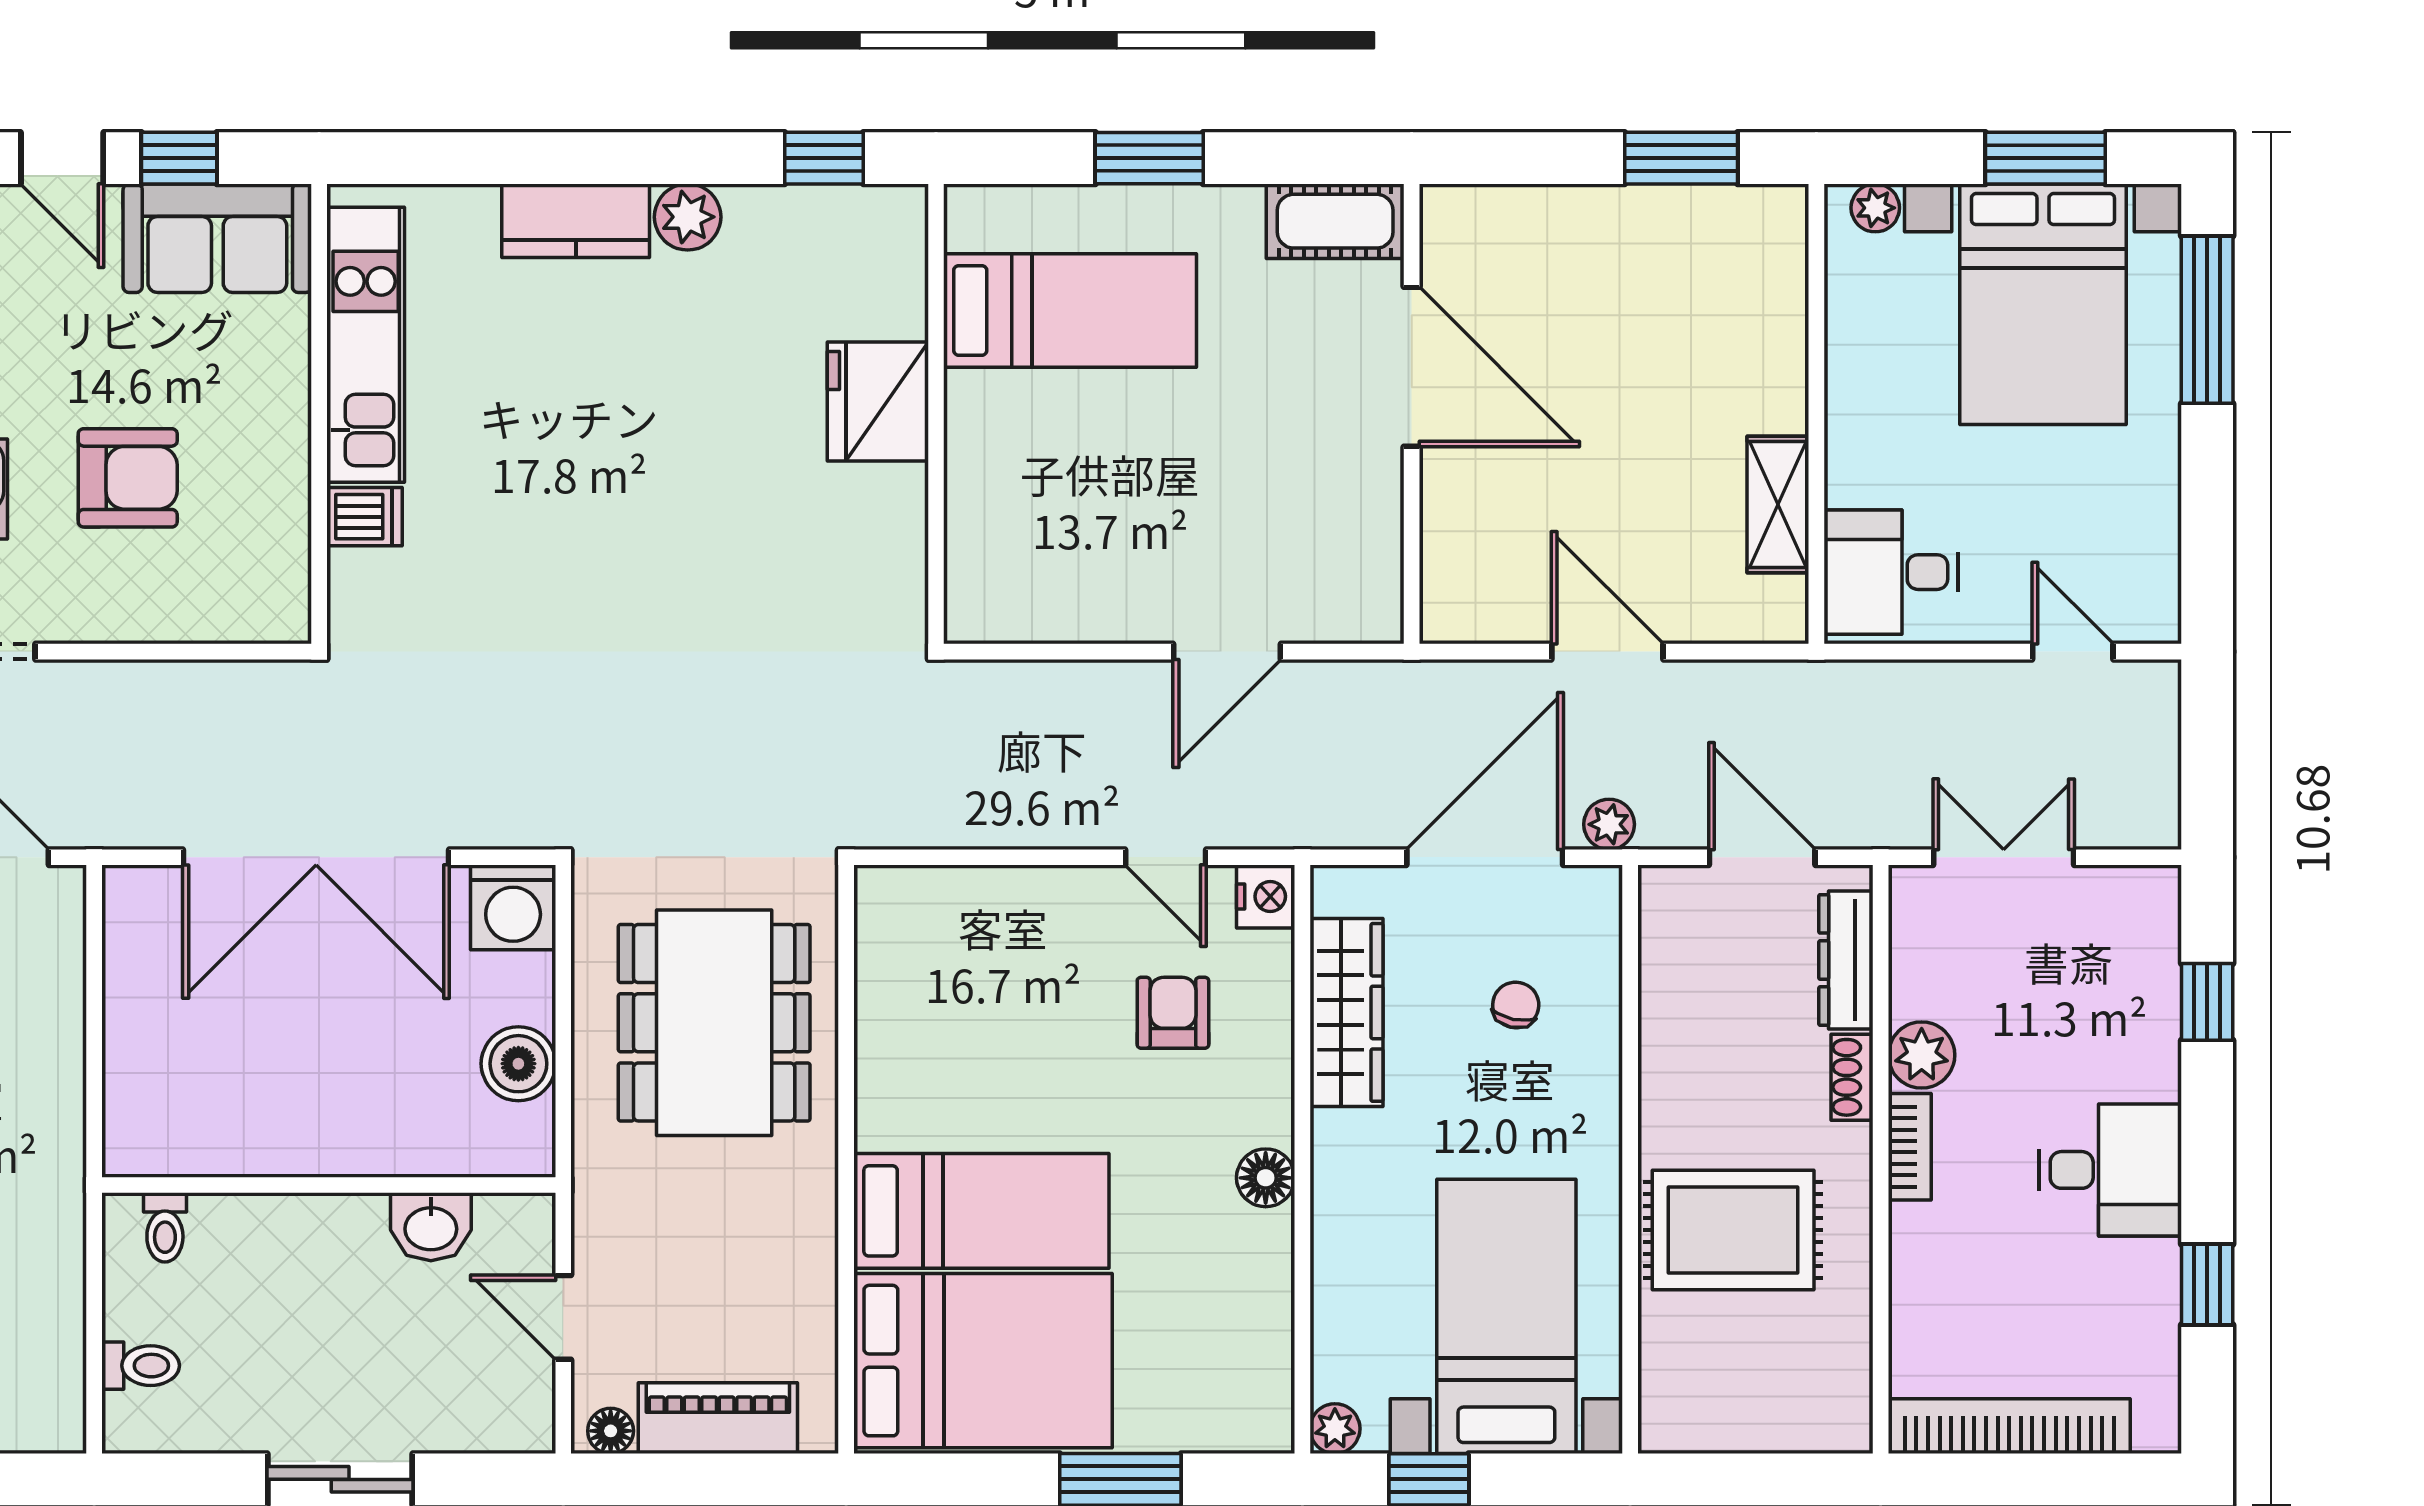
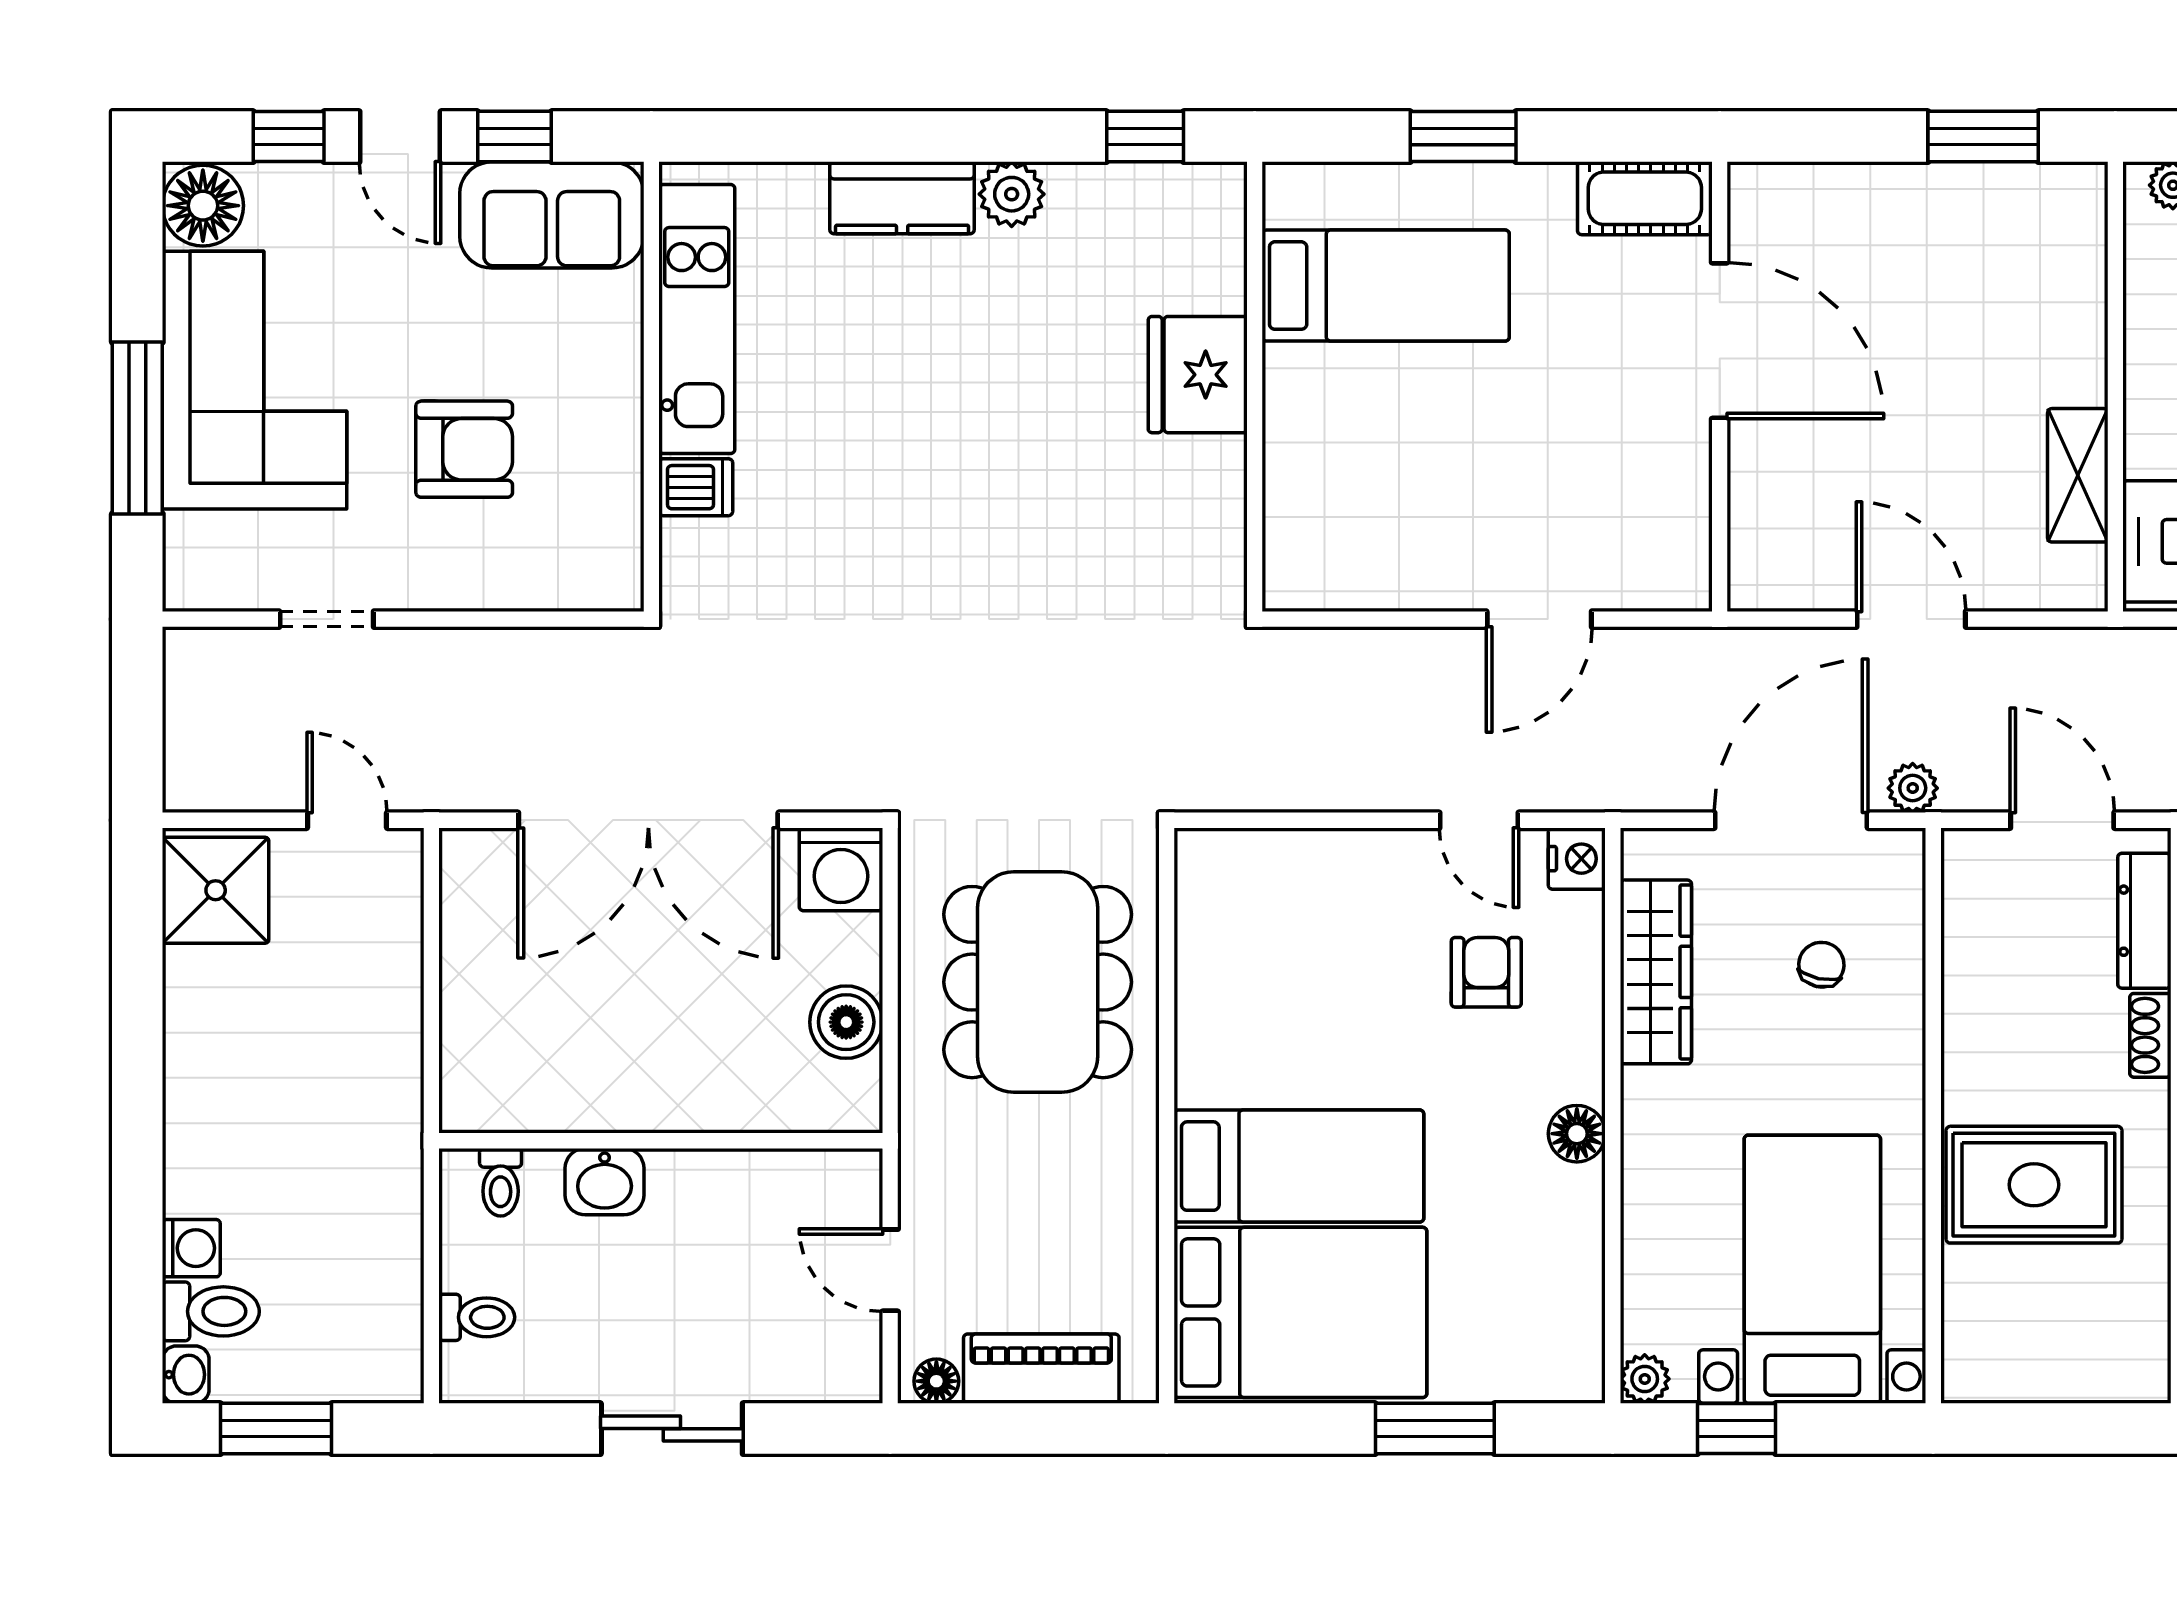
washbasin: (431, 1227) -> (605, 1182), moved

